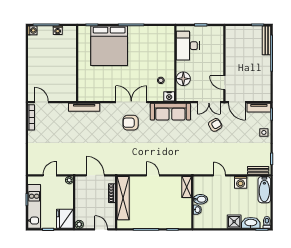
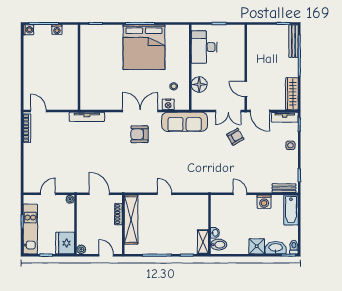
bed: (109, 46) -> (144, 47), moved
wardrobe: (265, 87) -> (292, 94), added
nightstand: (169, 96) -> (168, 104), moved
shelving: (187, 187) -> (203, 242), moved
bidet: (200, 199) -> (219, 245), moved

